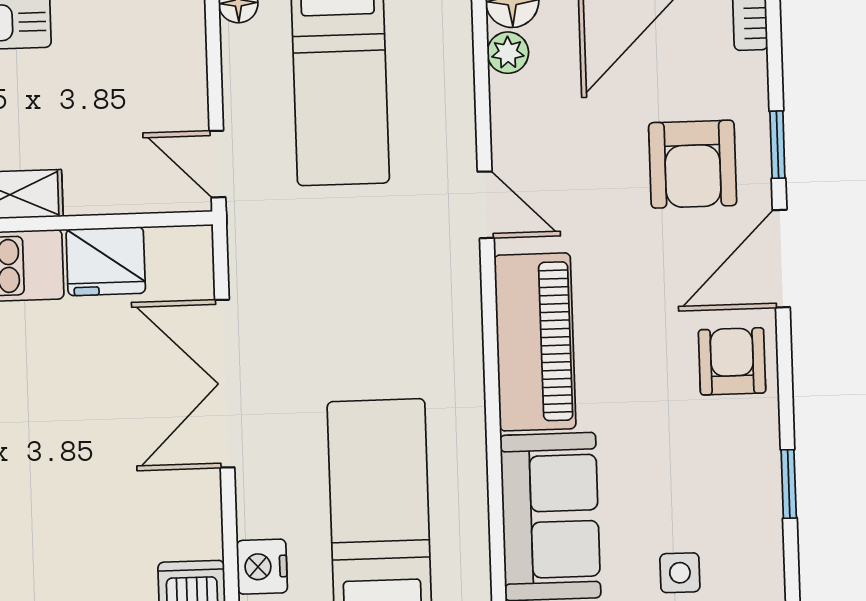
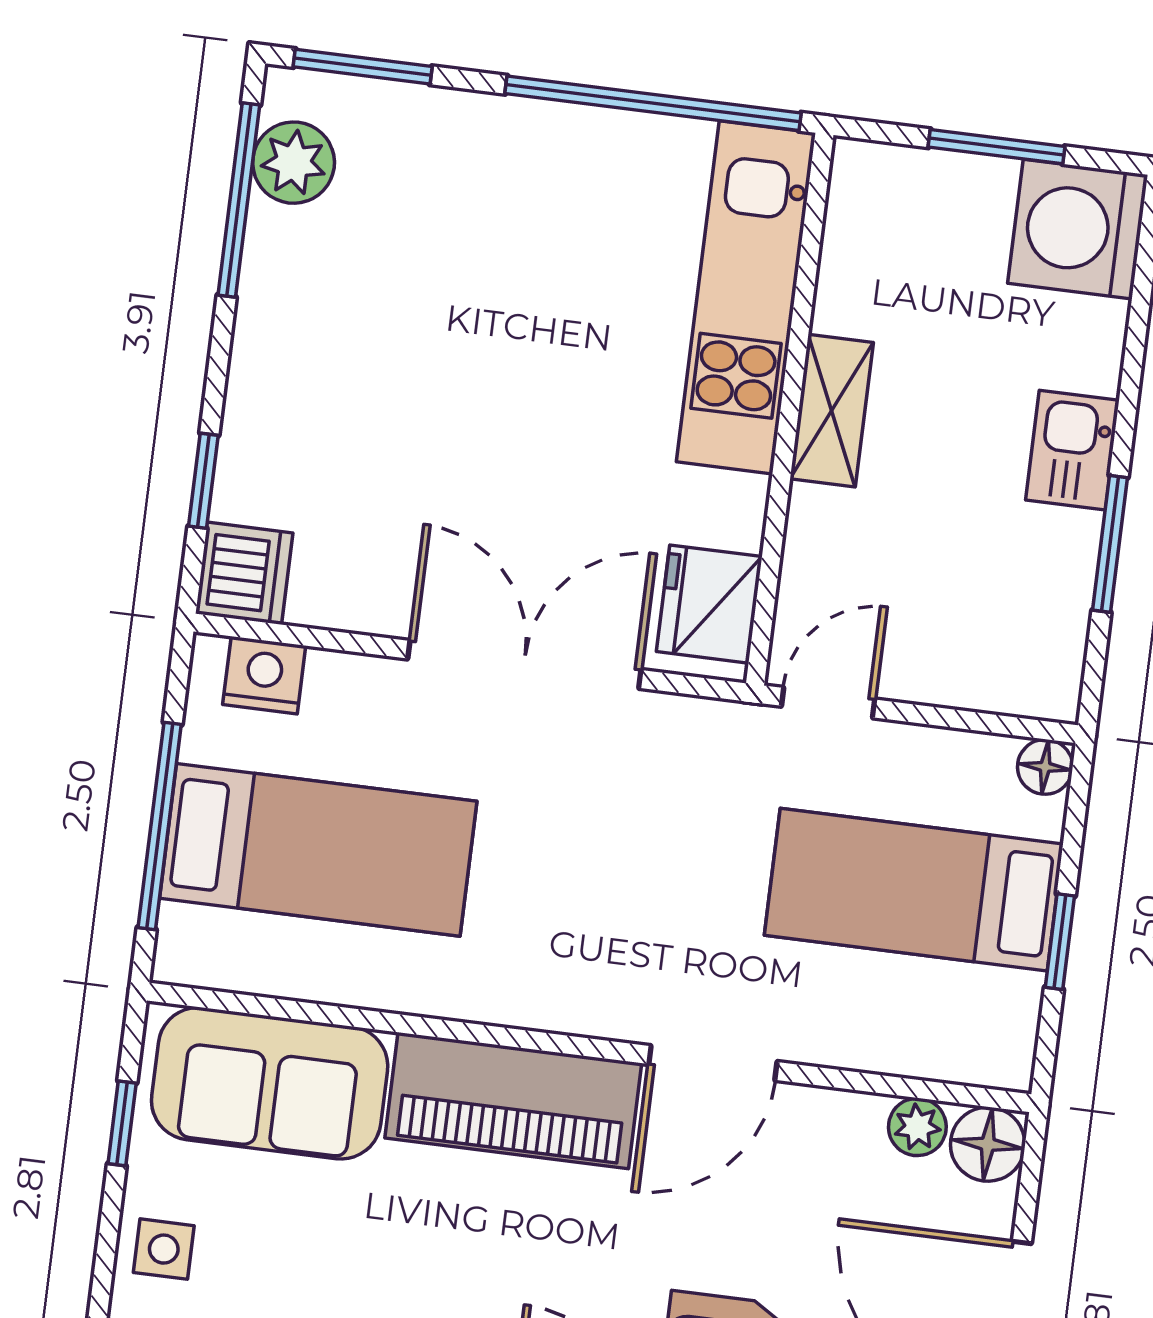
door: (486, 205) -> (713, 1063), width x1.38
fridge: (106, 261) -> (709, 604), moved

